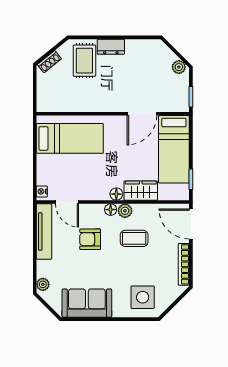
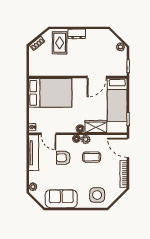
bed: (70, 138) -> (50, 93), width x1.50

